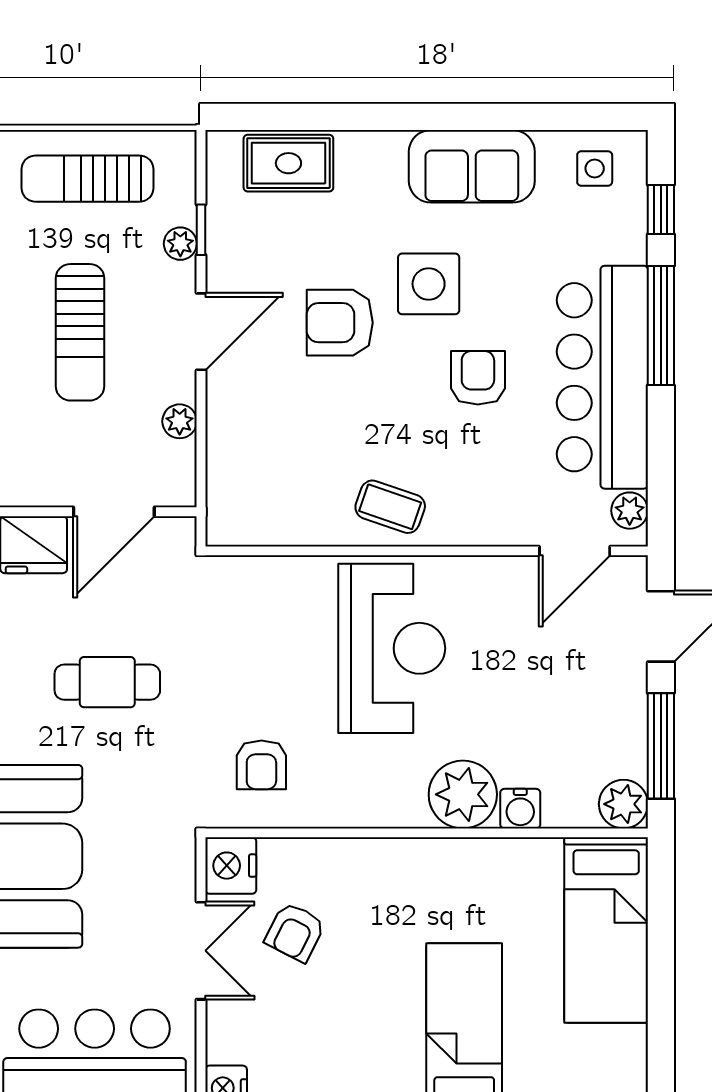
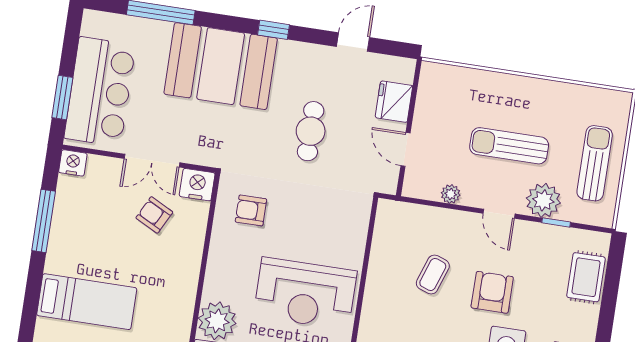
plant: (180, 244) -> (543, 200), width x1.87, depth x1.87
door: (201, 332) -> (499, 214), width x0.73
coffee table: (390, 507) -> (433, 274), moved
door: (114, 512) -> (406, 149), width x0.73

